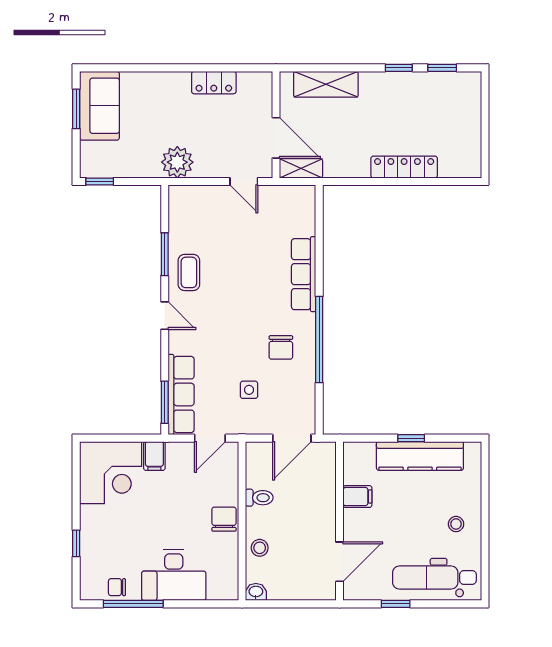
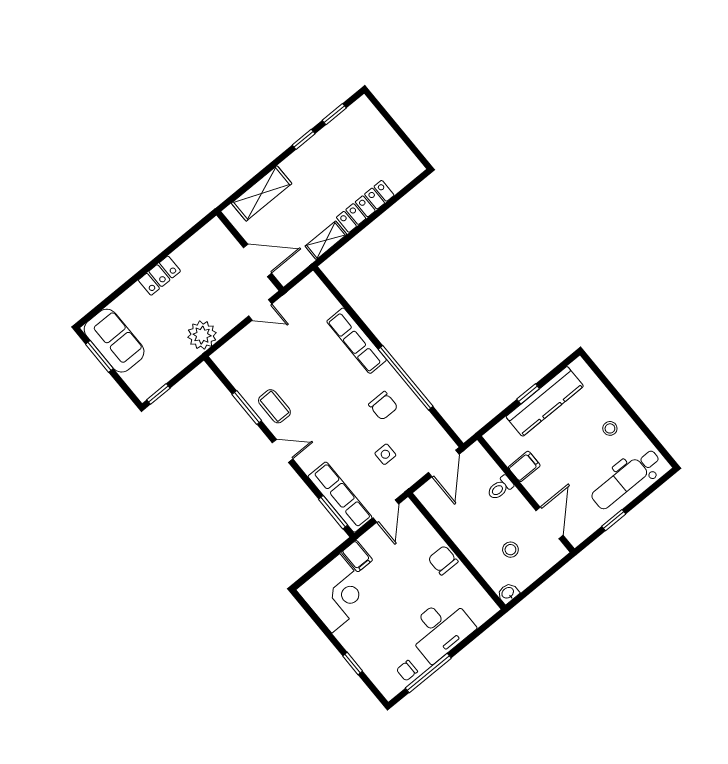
locker: (214, 83) -> (159, 276), moved
shelving: (301, 168) -> (326, 240), moved
toilet: (259, 498) -> (500, 488), moved, turned 180
stool: (260, 548) -> (510, 550), moved

